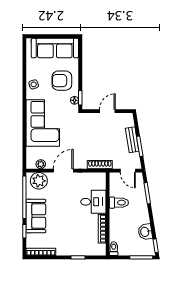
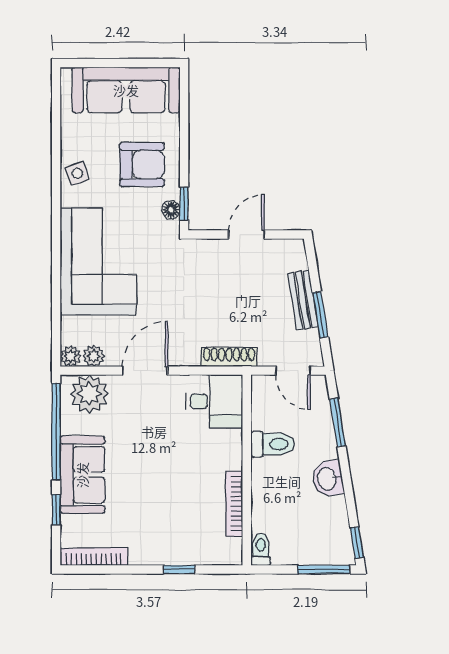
armchair: (62, 81) -> (142, 165), turned 180
plant: (31, 164) -> (71, 356), added
desk: (93, 202) -> (214, 401), moved
washbasin: (145, 232) -> (328, 479), moved

